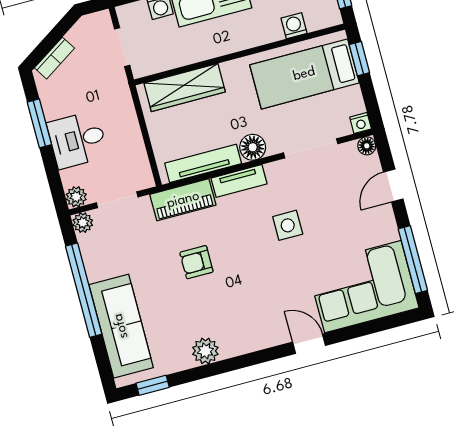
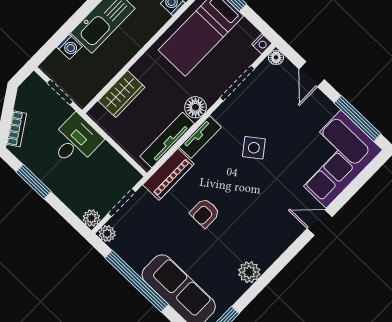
wardrobe: (185, 88) -> (122, 94), width x0.67
desk: (77, 140) -> (75, 141), moved, turned 180
side table: (288, 225) -> (254, 148), turned -37

